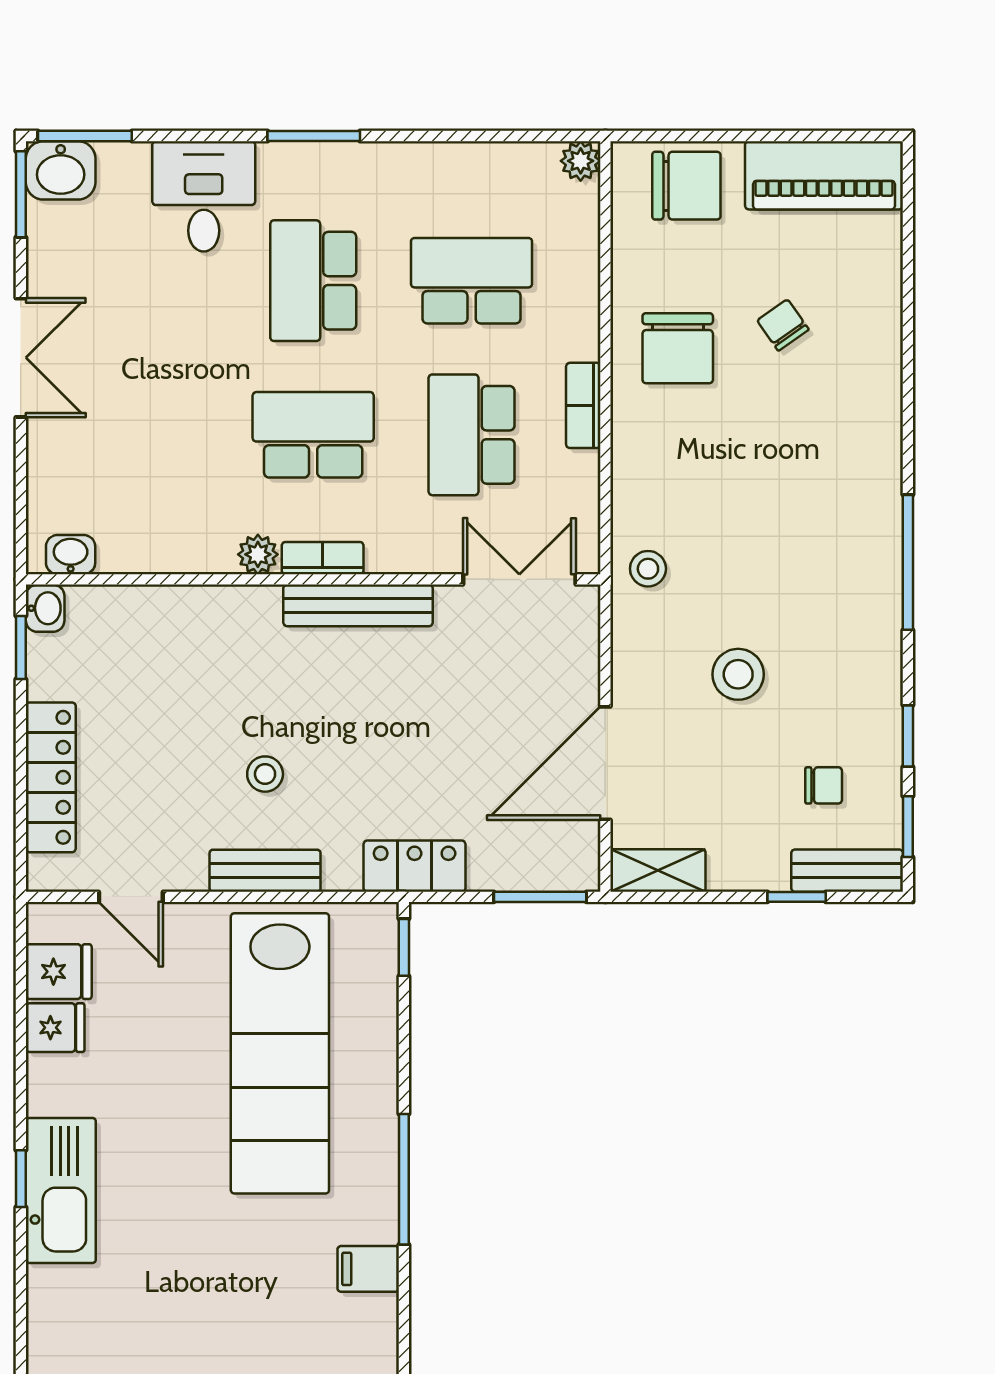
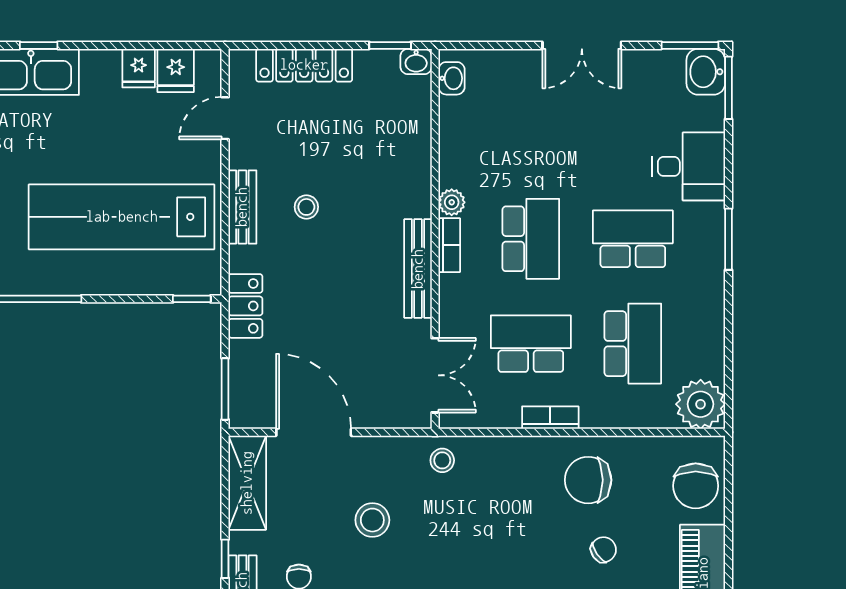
plant: (581, 161) -> (701, 404), width x1.87, depth x1.87
shelving: (658, 871) -> (247, 483), width x1.50, depth x1.33

